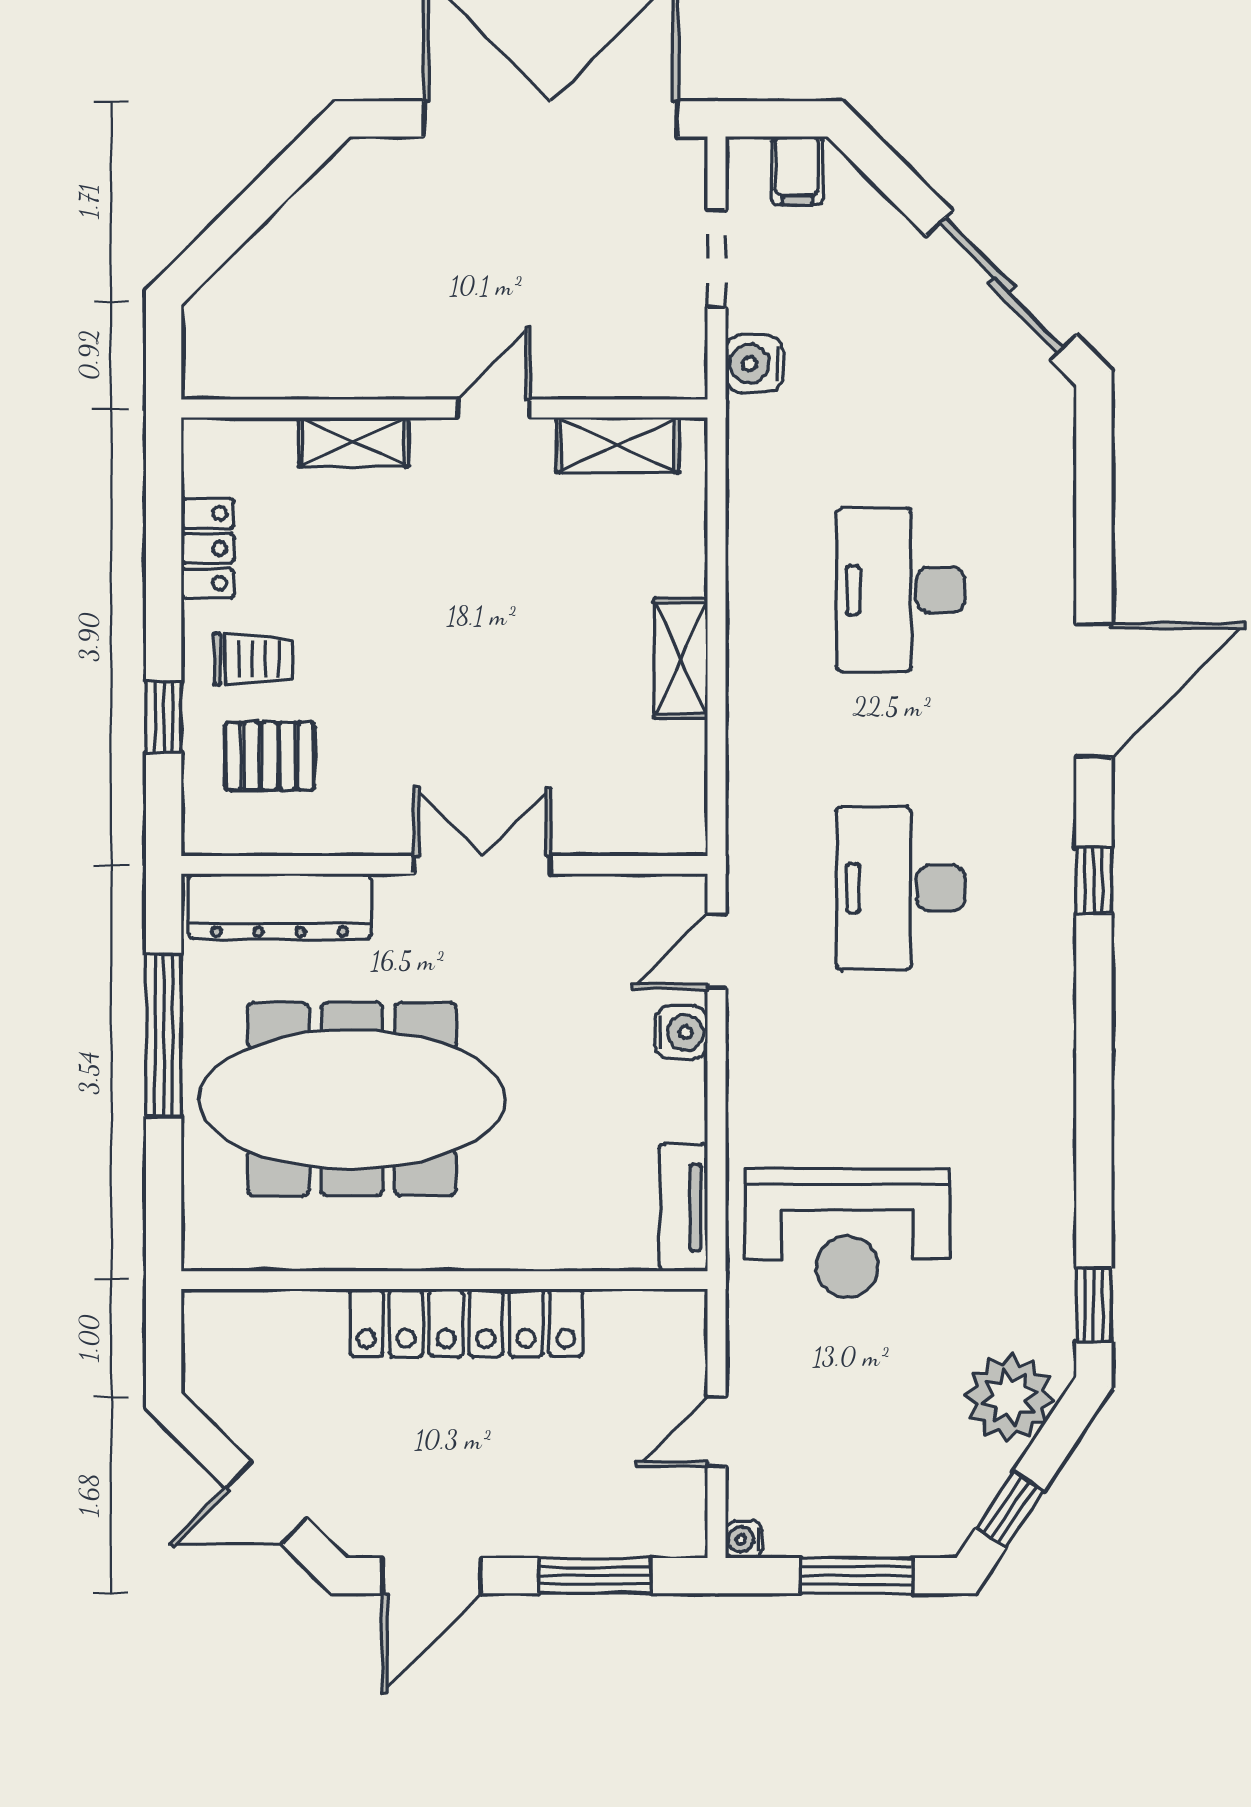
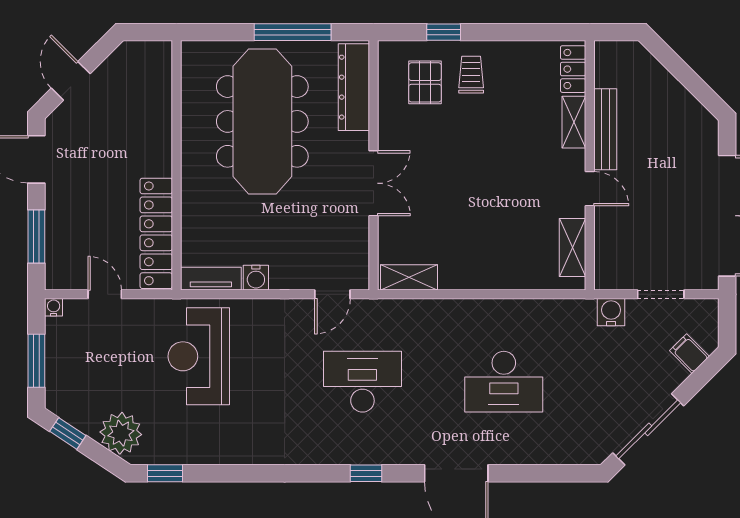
filing cabinet: (797, 171) -> (689, 354), moved, turned 45
bench: (369, 376) -> (605, 129), added
locker: (208, 548) -> (573, 69), moved, turned 90
desk: (901, 590) -> (504, 382), turned 180
shelving: (681, 658) -> (409, 277), moved
trolley: (253, 659) -> (471, 75), turned 180
door: (717, 951) -> (332, 294), swing flipped
water cooler: (681, 1032) -> (256, 278), moved
locker: (466, 1323) -> (156, 233), moved

